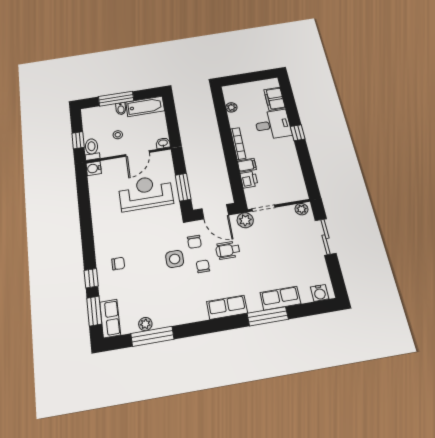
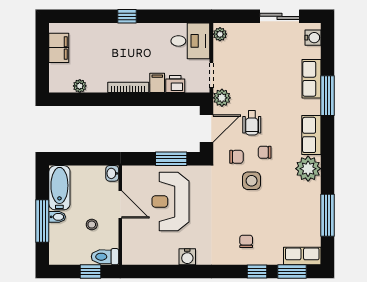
filing cabinet: (275, 99) -> (59, 48), moved, turned -90
desk: (273, 125) -> (190, 41), moved, turned 90
water cooler: (94, 168) -> (187, 257), moved
sliding door: (326, 237) -> (280, 16), moved
plant: (145, 324) -> (308, 169), moved, width x1.87, depth x1.87

